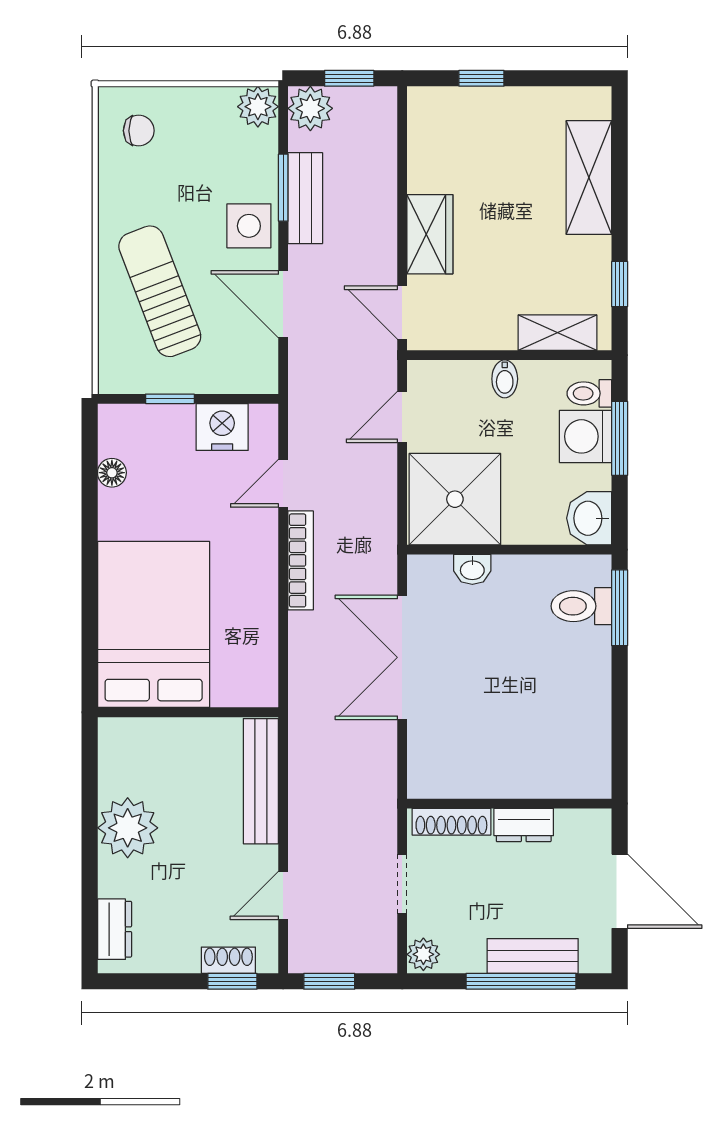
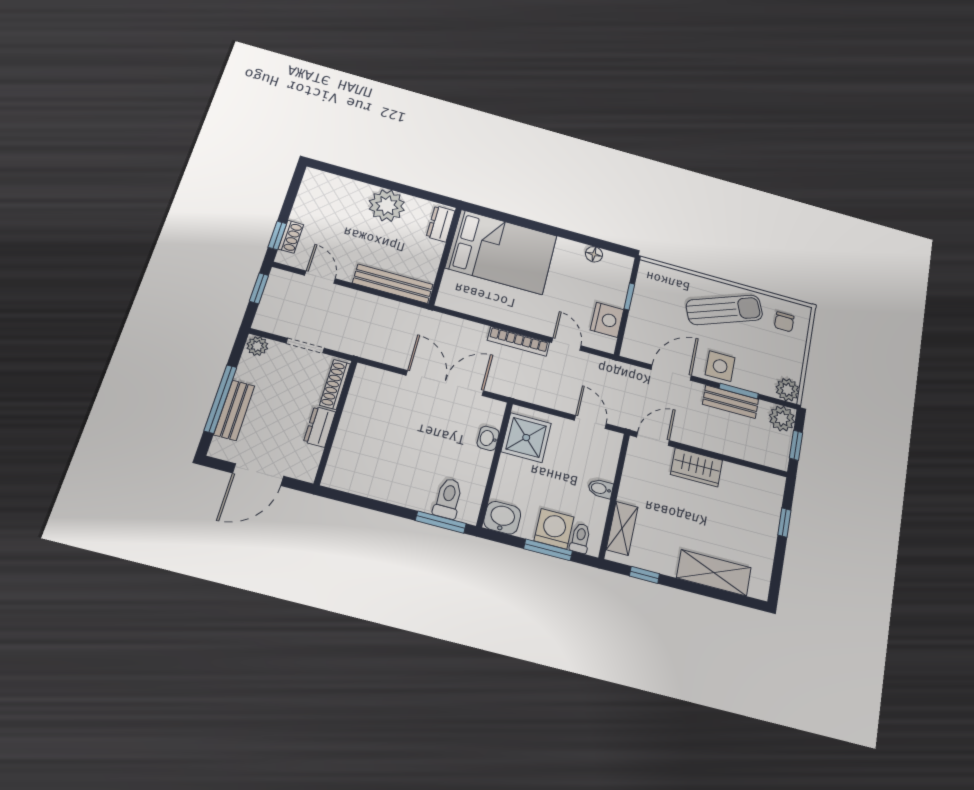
sun lounger: (160, 291) -> (724, 310), moved
shower: (455, 499) -> (526, 438), width x0.73, depth x0.73
dresser: (115, 929) -> (441, 224), moved, turned 90

